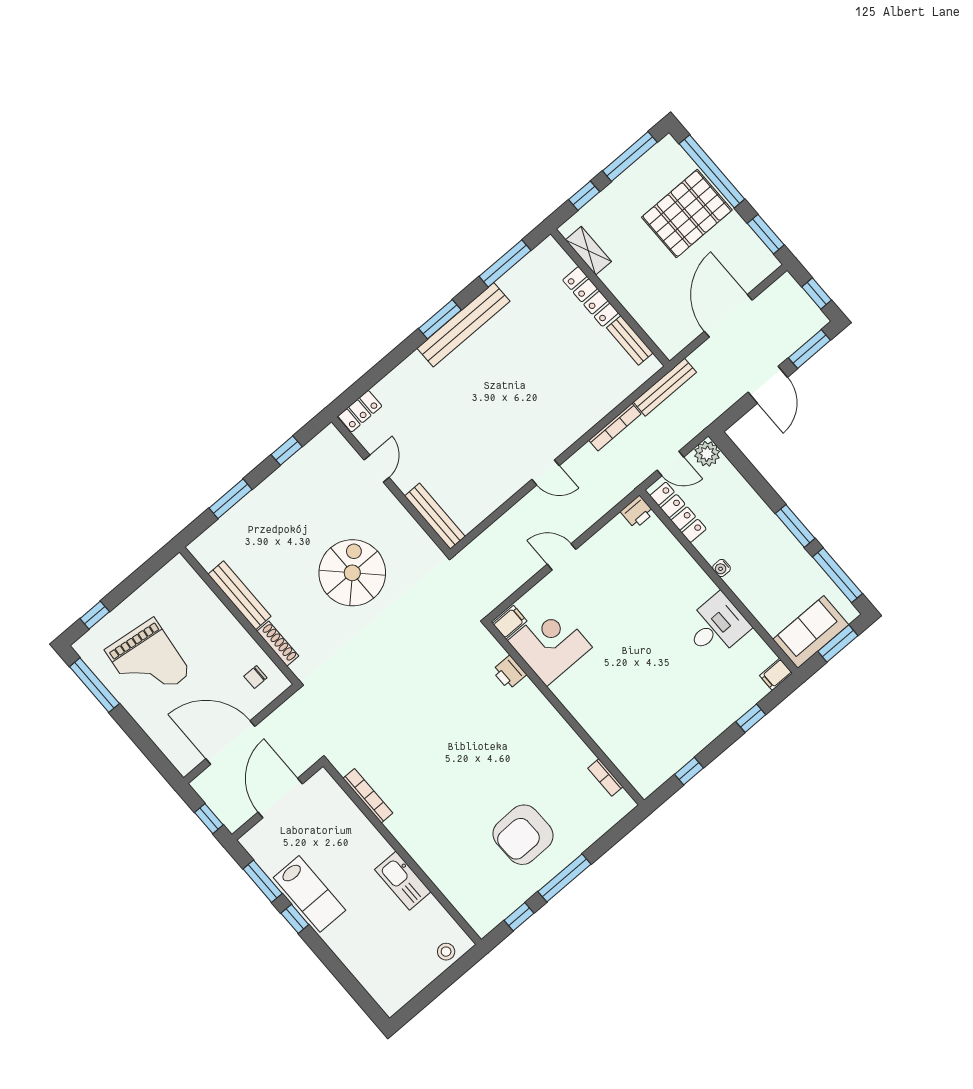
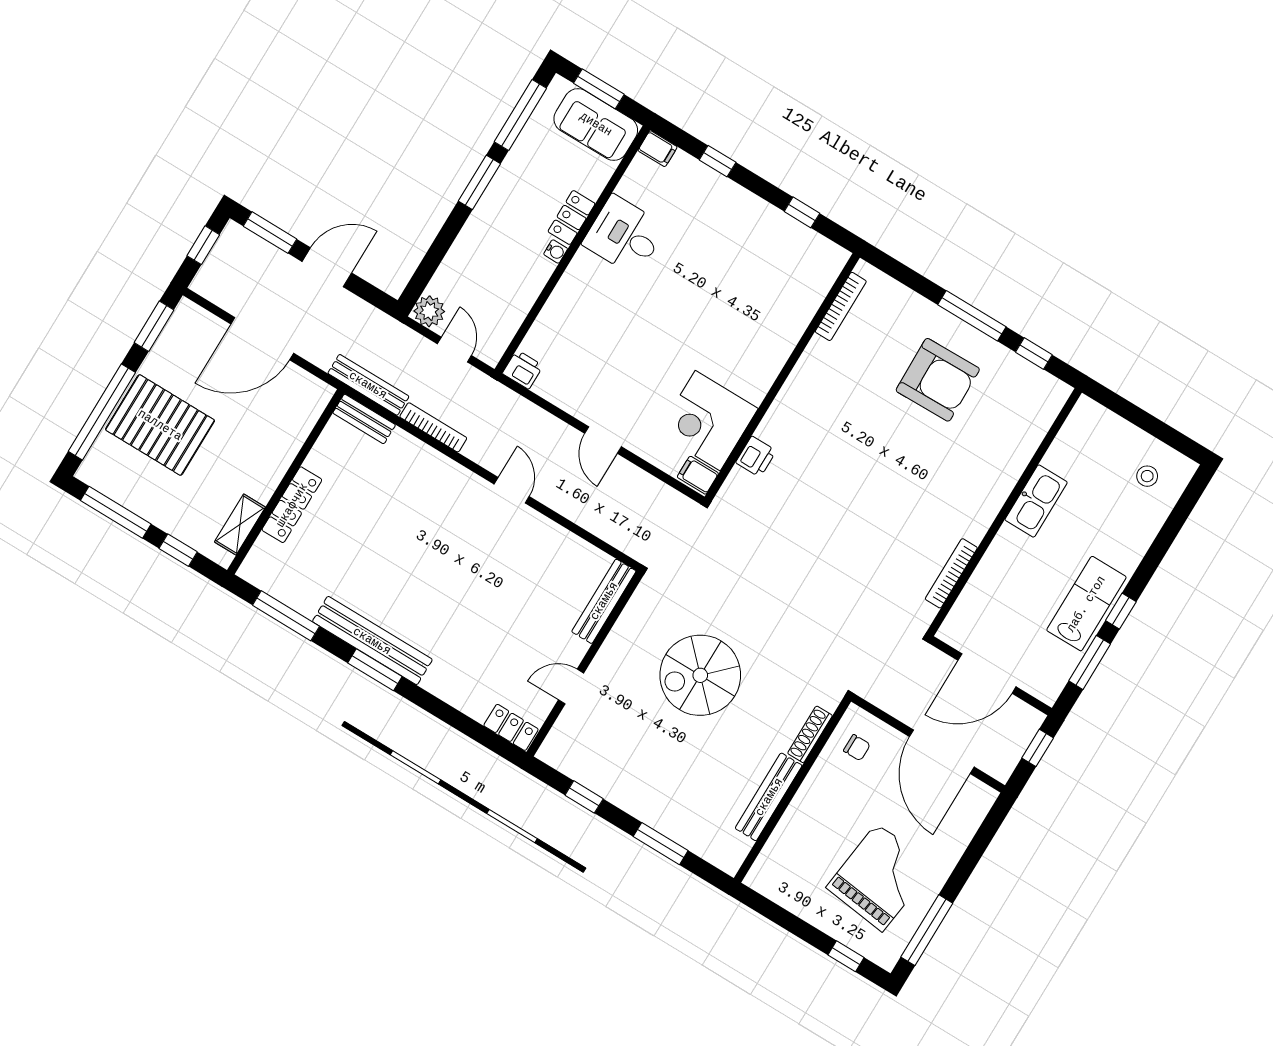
bench: (630, 340) -> (364, 419), moved, turned 90
locker: (678, 512) -> (572, 218), moved, width x0.66
bookcase: (605, 777) -> (841, 306), width x1.56
stool: (446, 952) -> (1147, 476), moved

